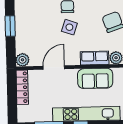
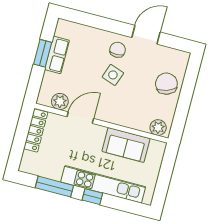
row of seats: (95, 58) -> (57, 55), moved, turned 90
plant: (22, 60) -> (60, 102), moved

